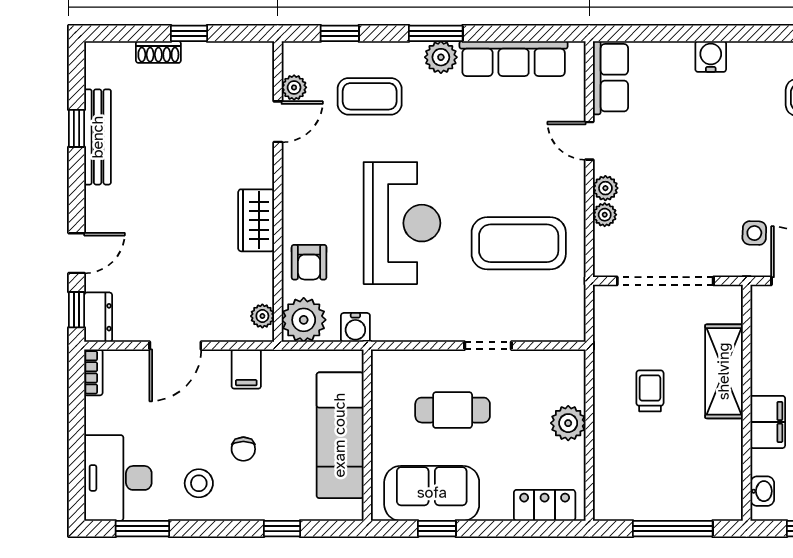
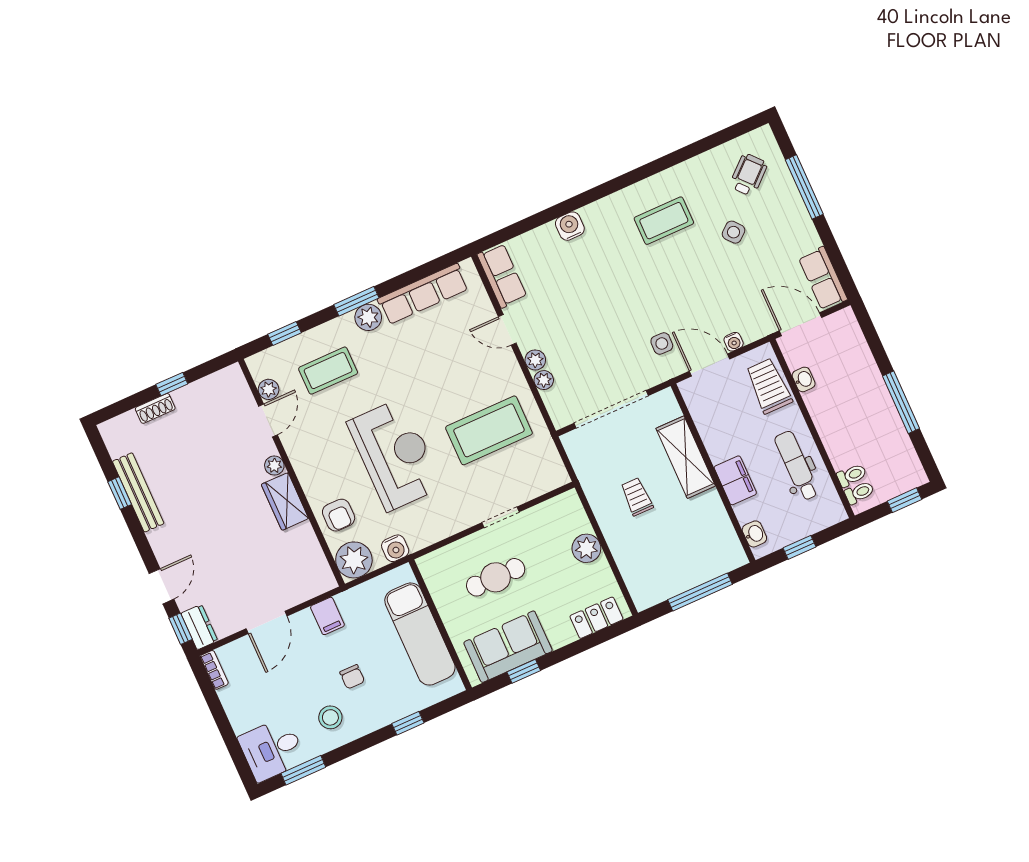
plant: (262, 316) -> (274, 466), moved
desk: (118, 478) -> (272, 749), width x0.73

